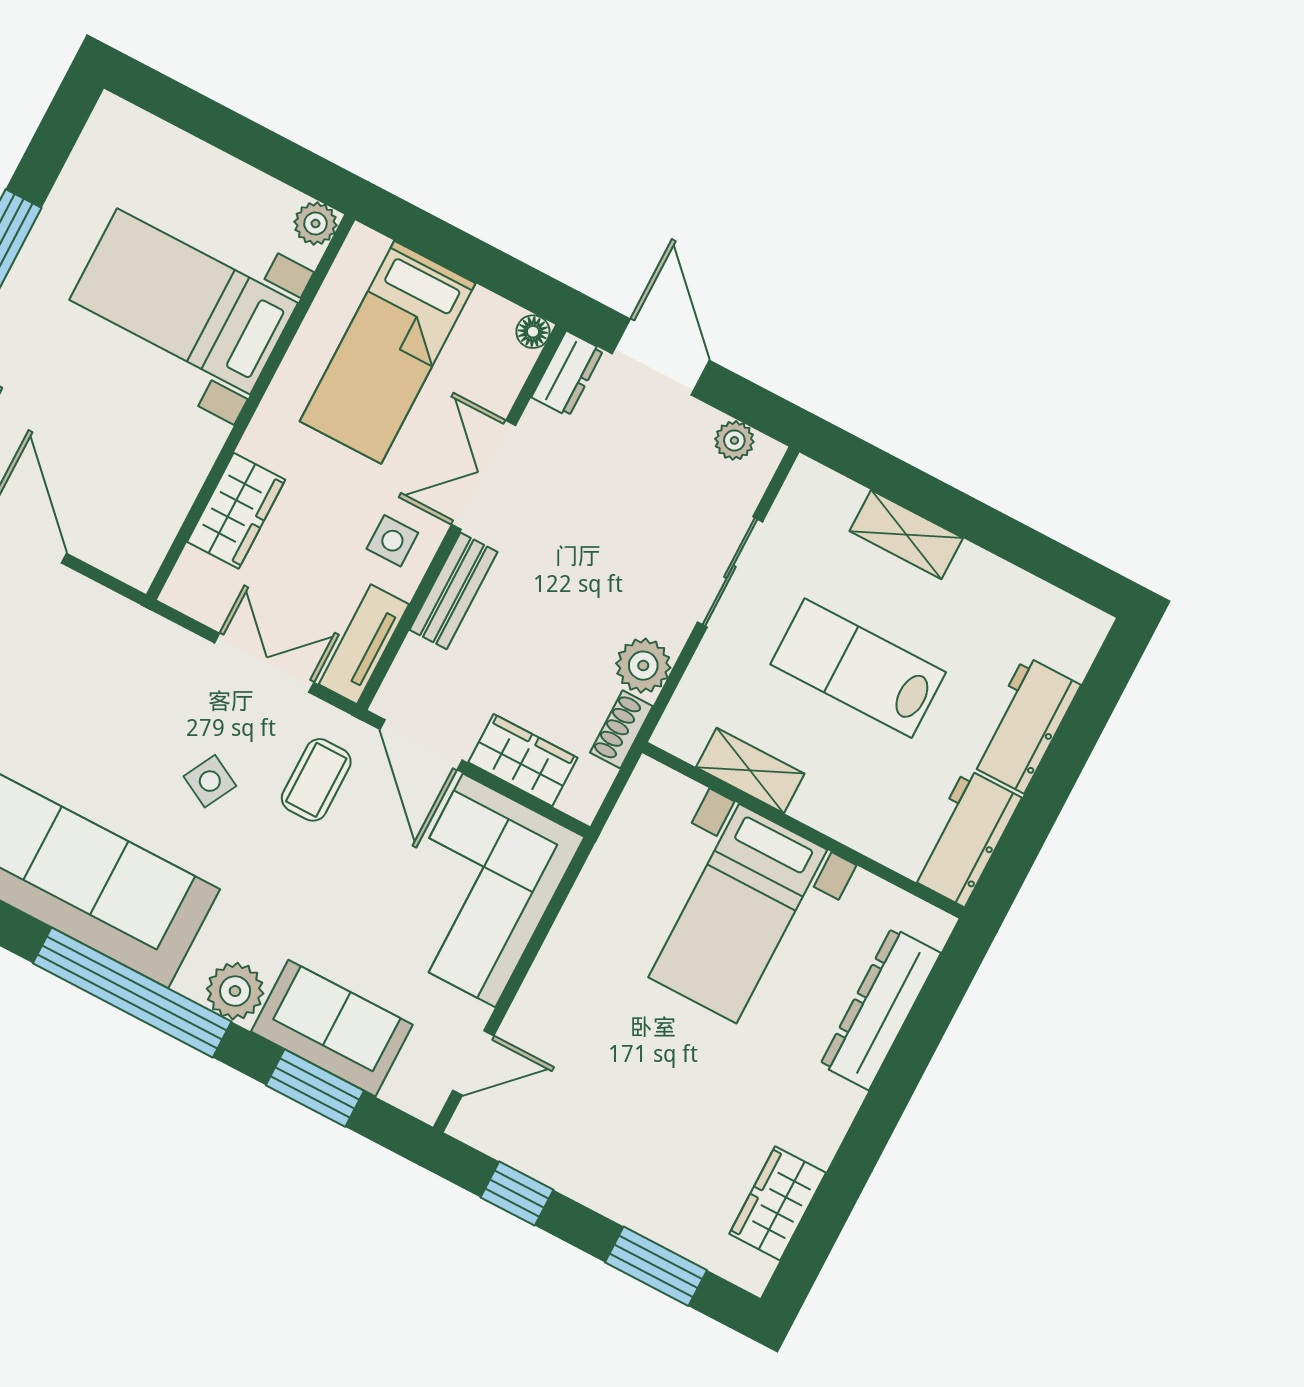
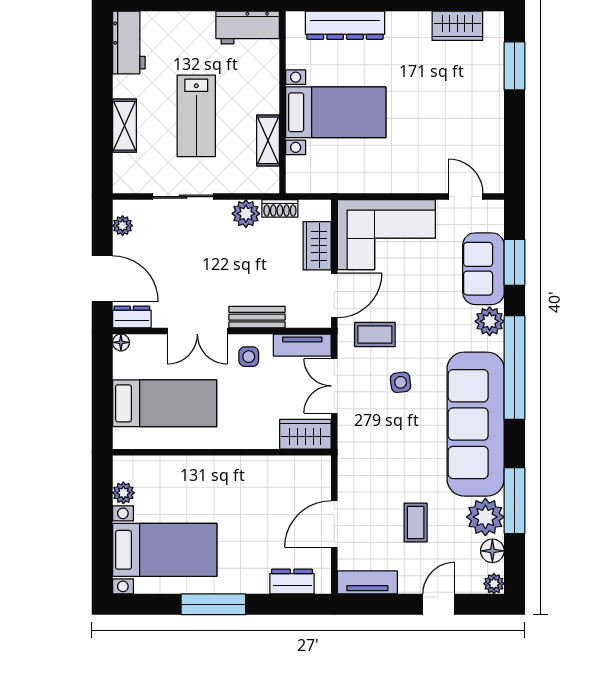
plant: (315, 224) -> (123, 493), moved
bed with nightstands: (184, 301) -> (165, 550), moved, turned -90
door: (661, 357) -> (102, 279), swing flipped
wardrobe: (236, 511) -> (305, 434), moved
workbench: (1024, 725) -> (129, 43), moved, turned -90
side table: (210, 781) -> (401, 382), turned -35
window: (517, 1194) -> (515, 146), removed

